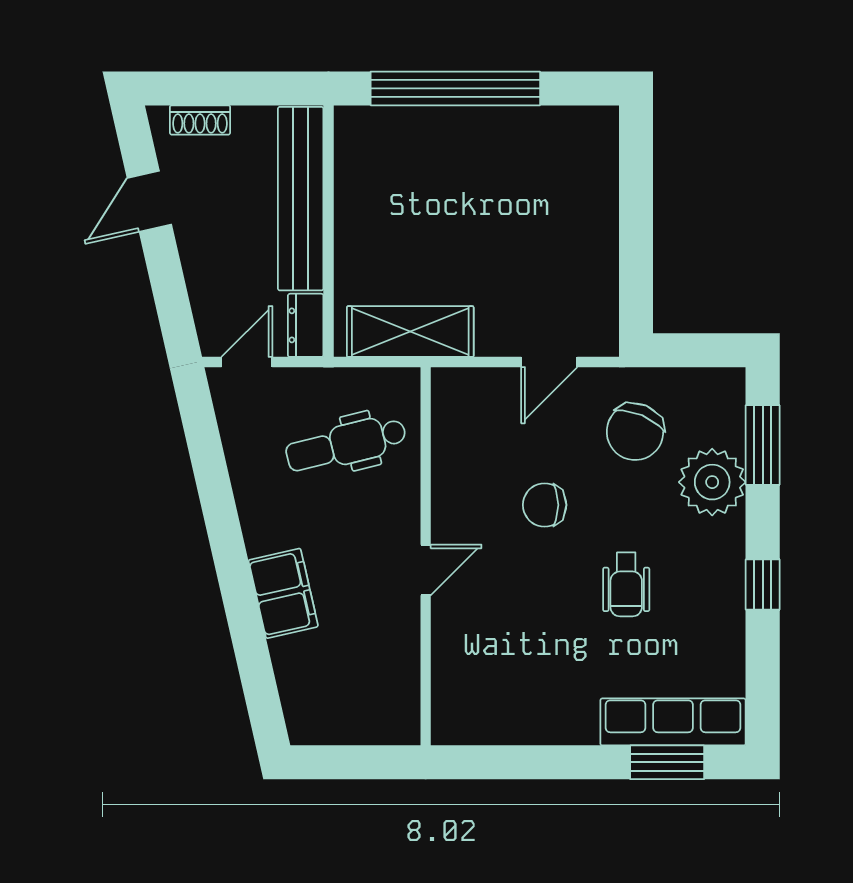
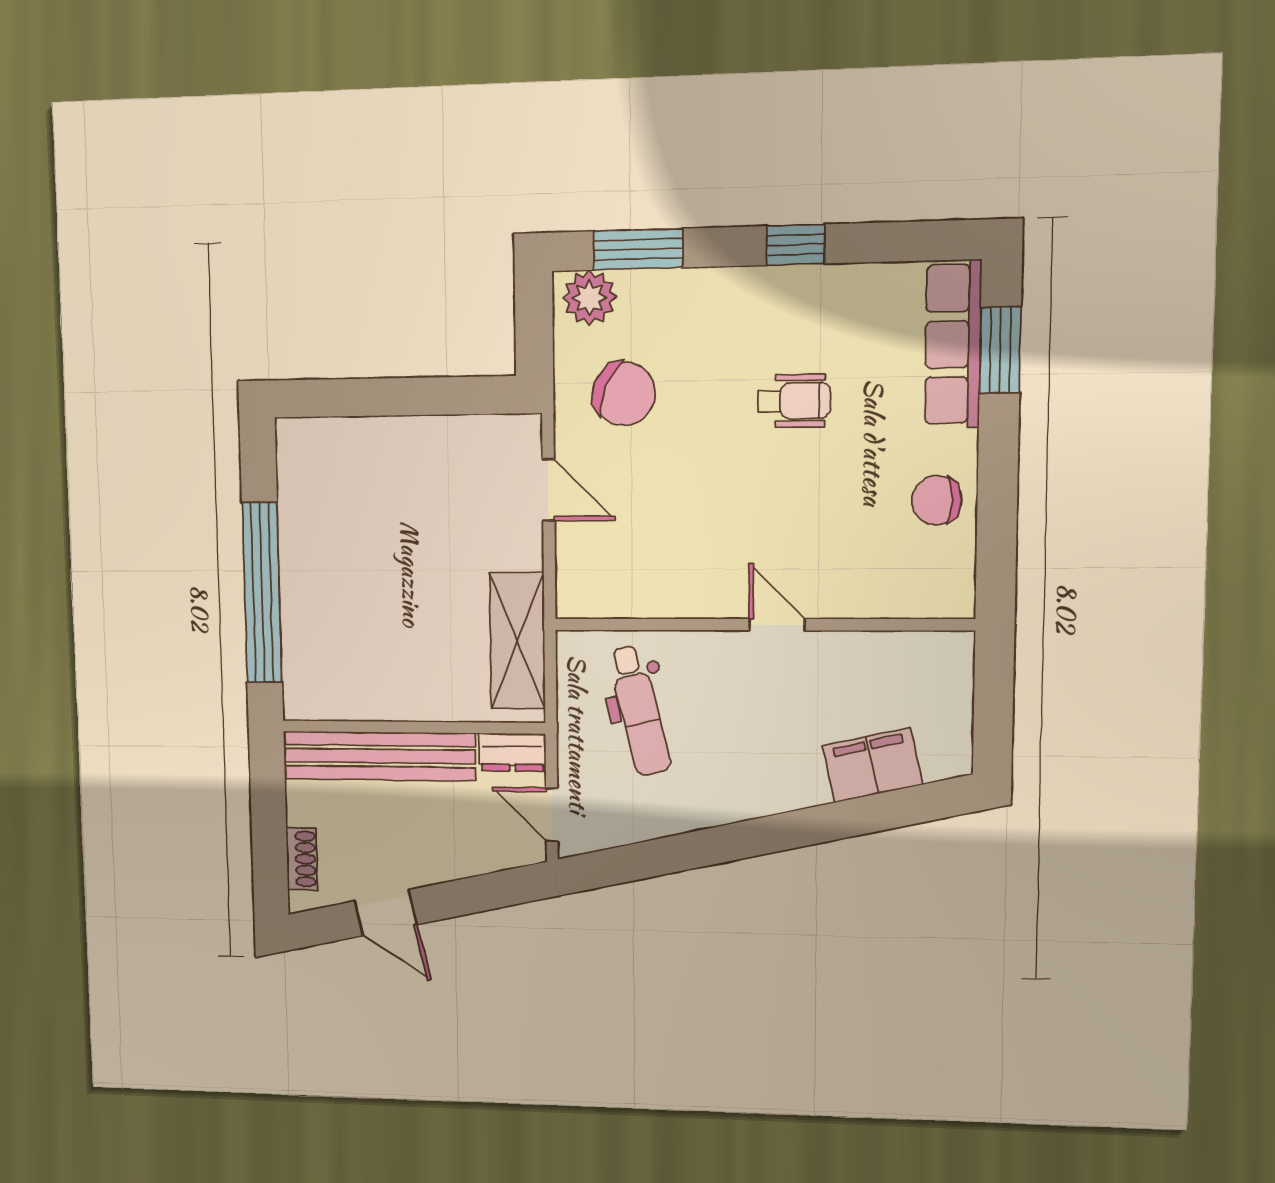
plant: (712, 482) -> (590, 298), moved, width x0.73, depth x0.73
chair: (545, 505) -> (937, 500), moved, turned 90
filing cabinet: (283, 593) -> (872, 765), moved

